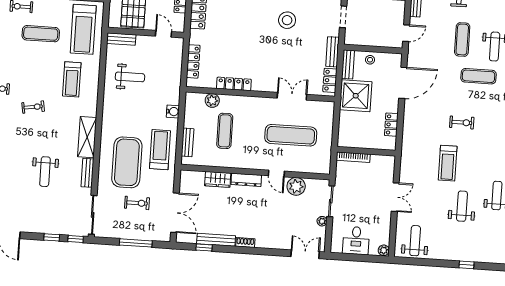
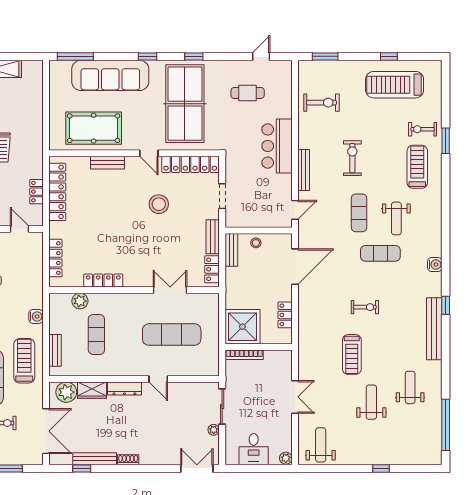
shower: (356, 96) -> (242, 327), moved
plant: (296, 186) -> (66, 392), moved

